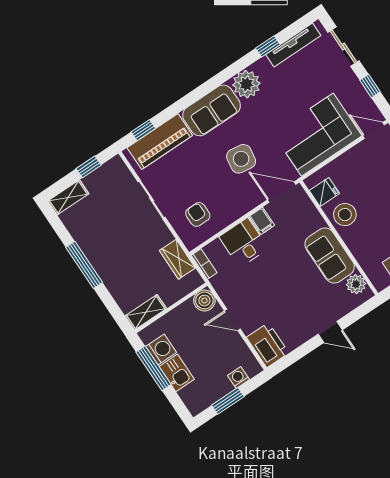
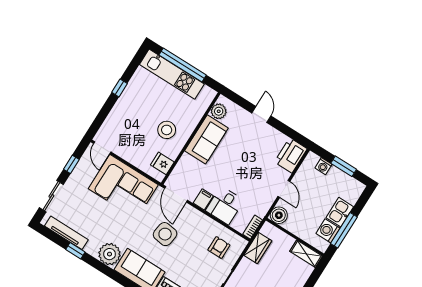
armchair: (198, 214) -> (219, 248), turned 180
stool: (345, 215) -> (167, 130), moved

